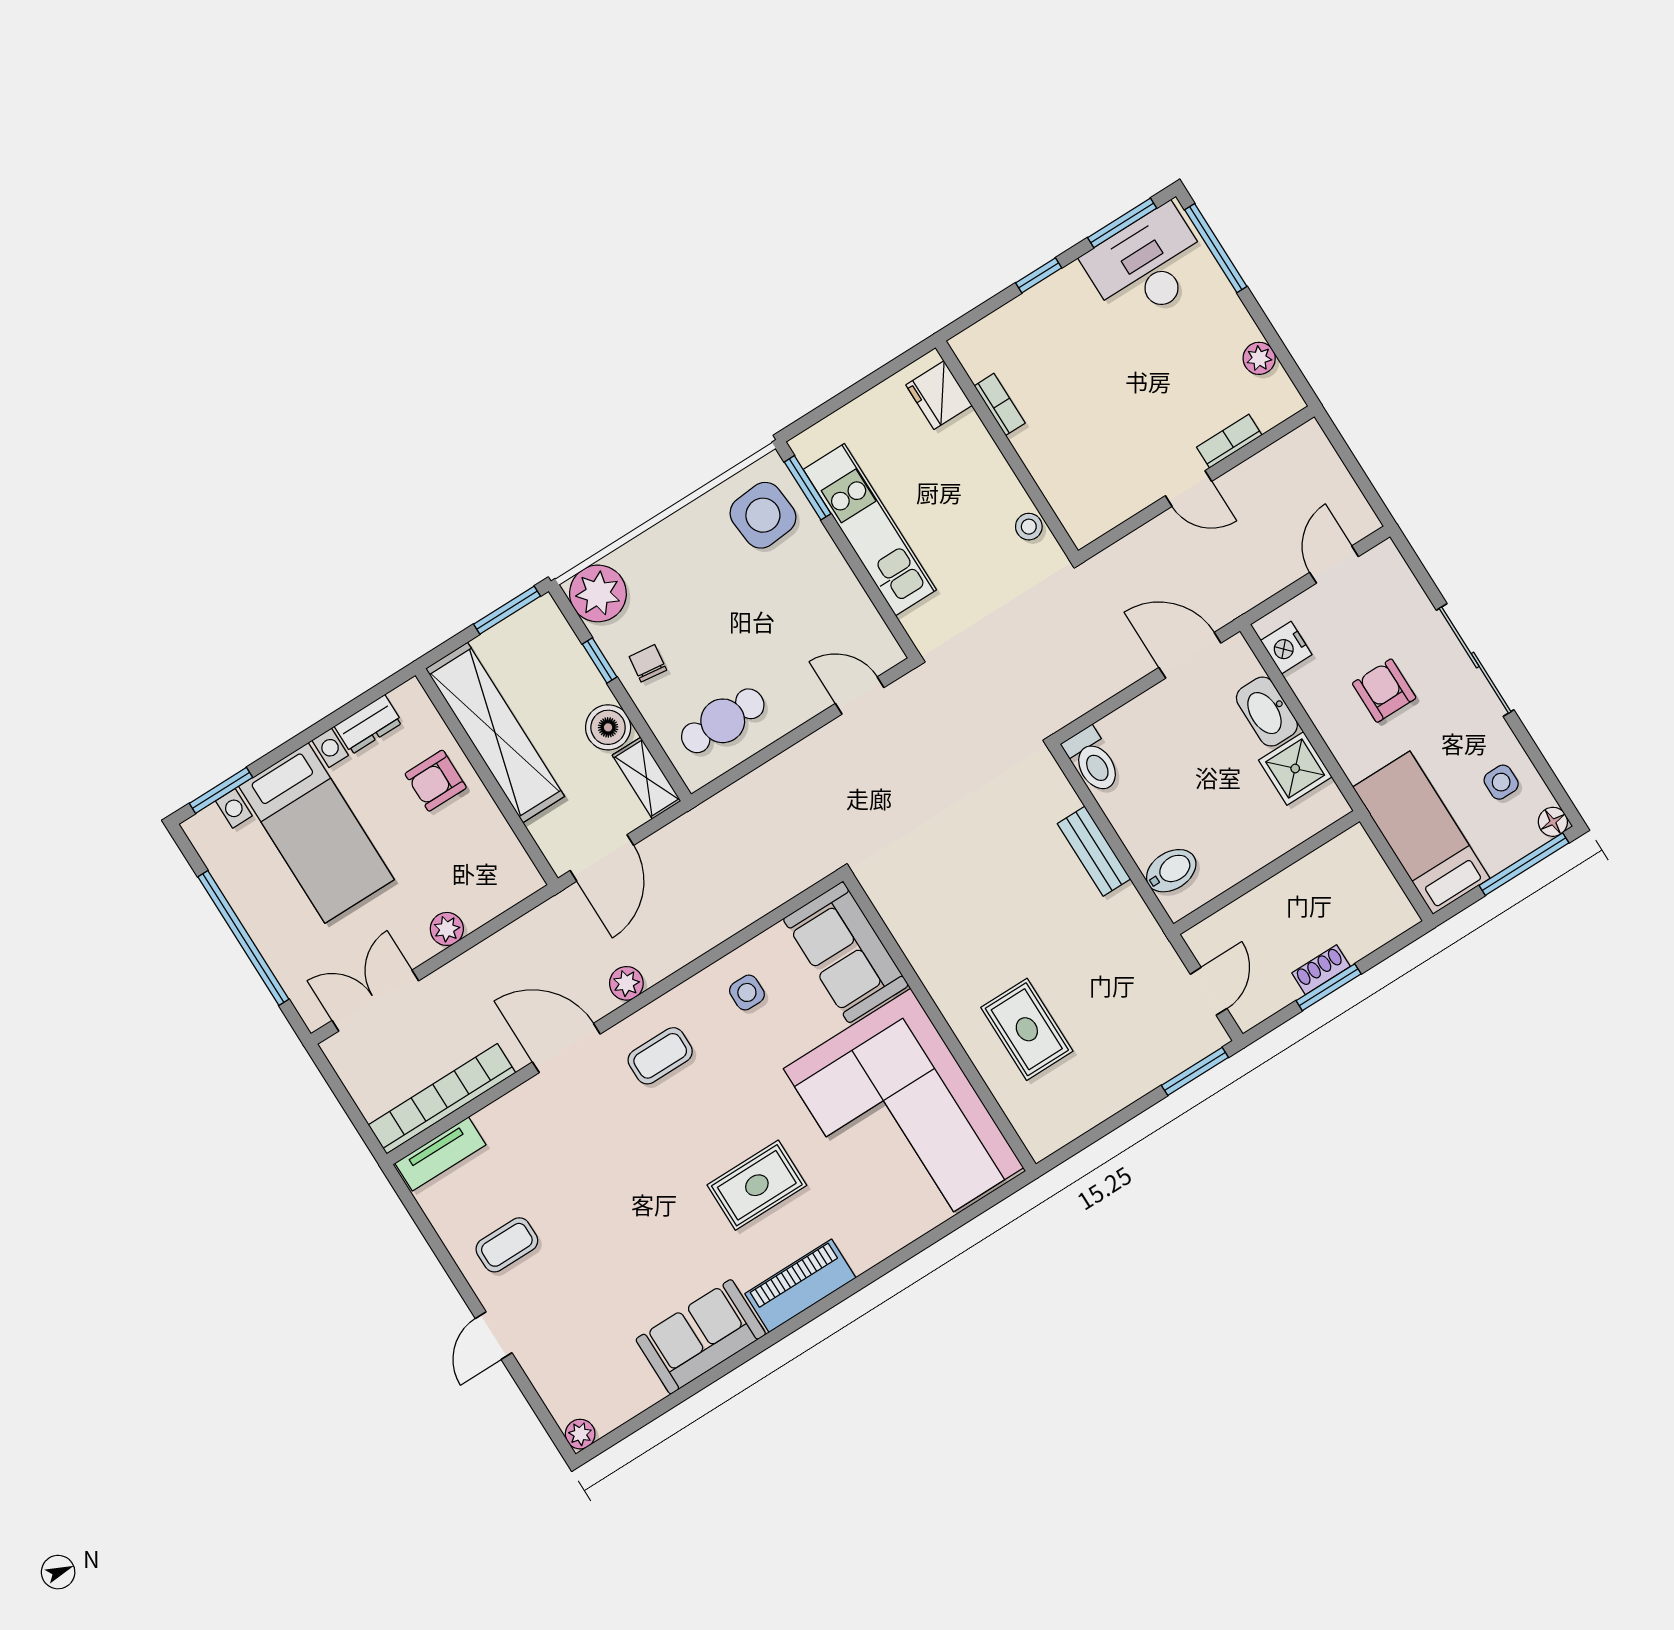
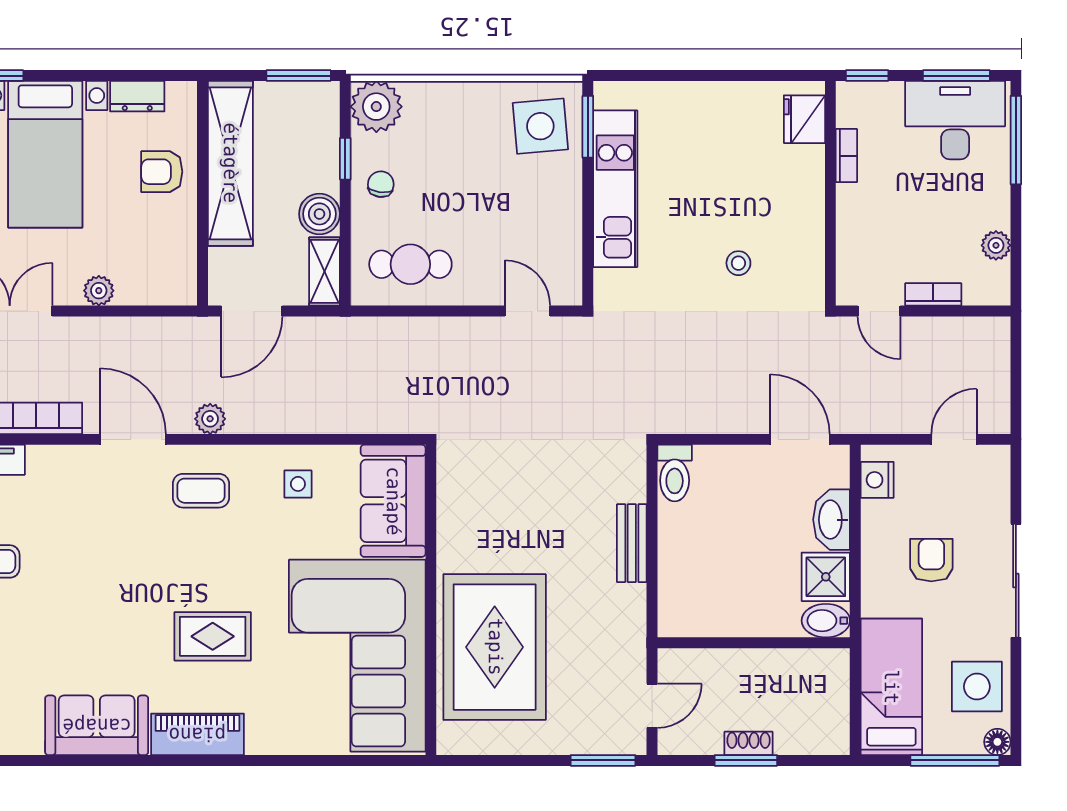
fridge: (939, 395) -> (804, 119), moved
bookcase: (1000, 404) -> (846, 156), moved
wall: (1007, 449) -> (830, 193), moved
side table: (1501, 782) -> (977, 687), width x1.87, depth x1.87
bidet: (1171, 871) -> (826, 621), moved, turned 180
rug: (1027, 1029) -> (495, 647), width x1.86, depth x2.06

